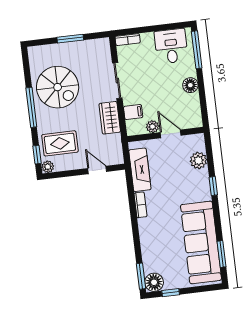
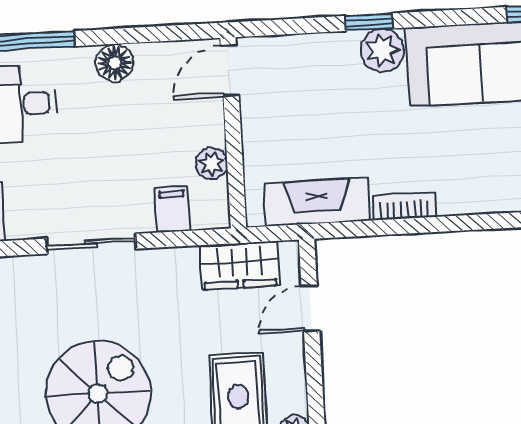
wardrobe: (110, 118) -> (240, 265), moved
door: (171, 134) -> (230, 71), moved
plant: (198, 160) -> (382, 50), moved

